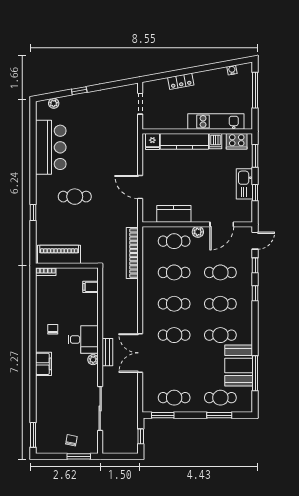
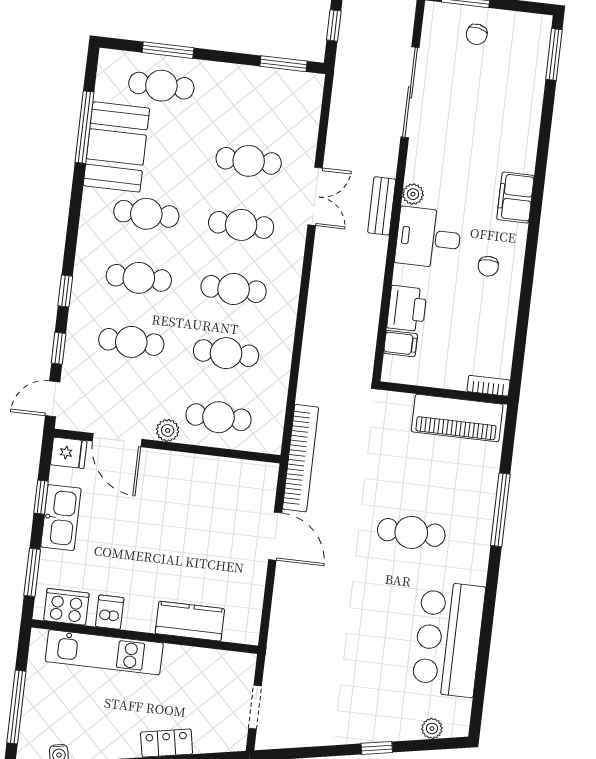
fridge: (152, 141) -> (69, 453), moved, turned 90
kitchen counter: (184, 141) -> (190, 621), width x0.67
window: (33, 212) -> (500, 510), width x2.17
kitchen counter: (174, 214) -> (213, 473), removed
door: (222, 224) -> (117, 440), swing flipped
bookcase: (132, 253) -> (301, 458), moved
printer: (90, 304) -> (407, 308), added
double door: (140, 353) -> (315, 196), width x0.73
cafe table: (174, 398) -> (249, 161), moved

